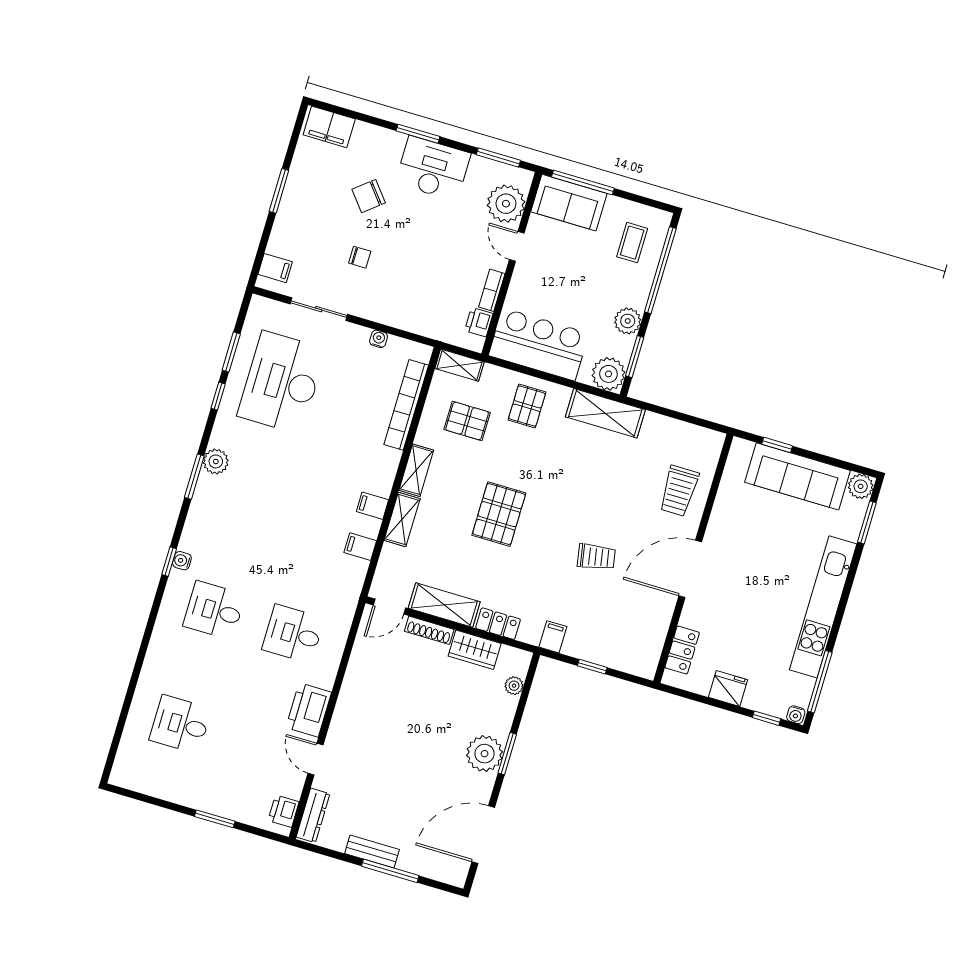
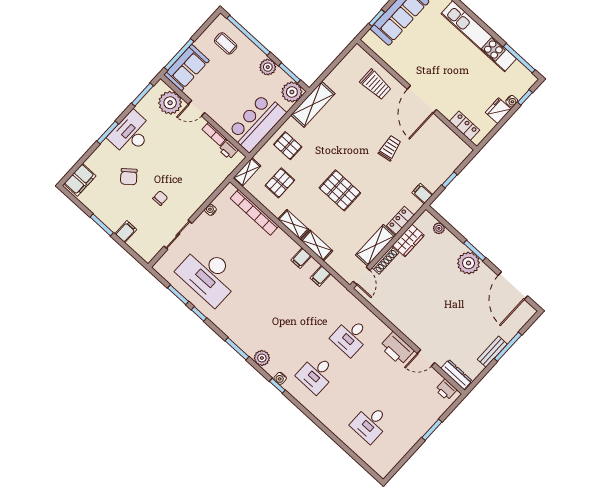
filing cabinet: (275, 268) -> (126, 232), moved
plant: (216, 461) -> (262, 358), moved
water cooler: (796, 715) -> (512, 101), moved

